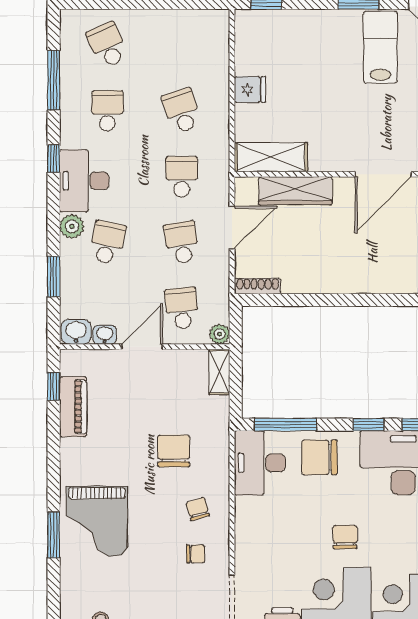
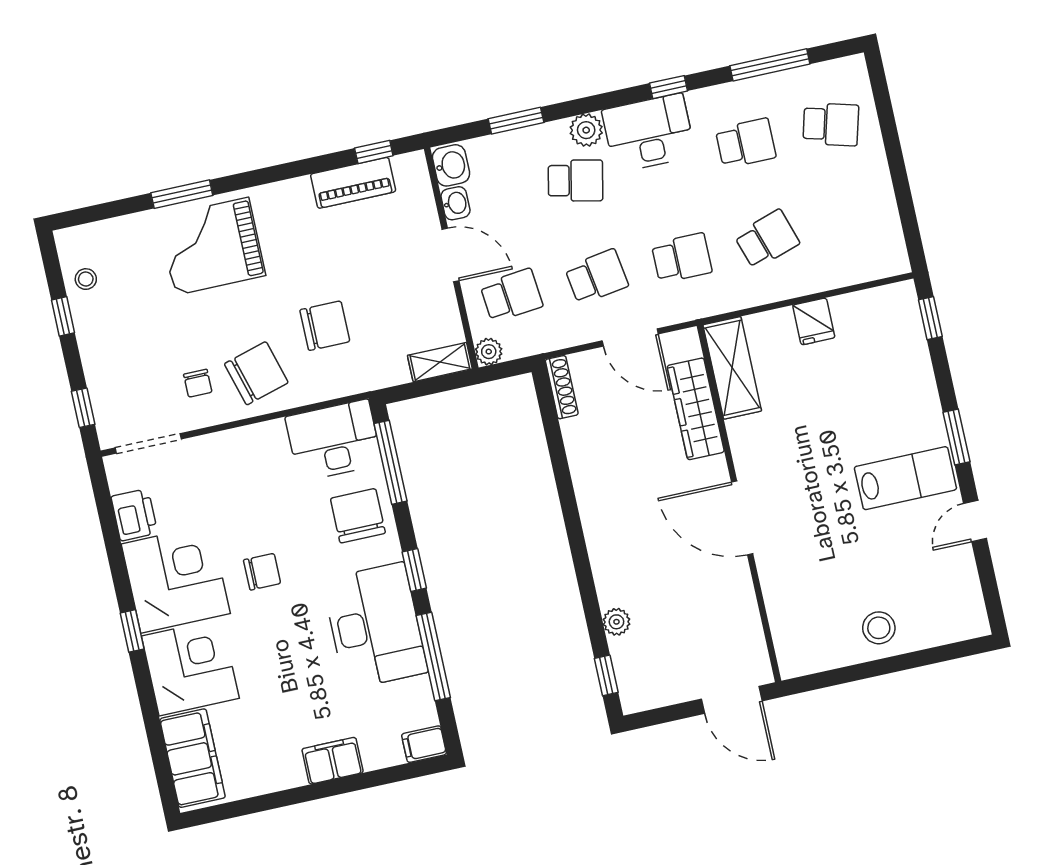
school desk: (107, 45) -> (831, 124), turned 39
chair: (198, 509) -> (256, 373), width x1.87, depth x1.87

